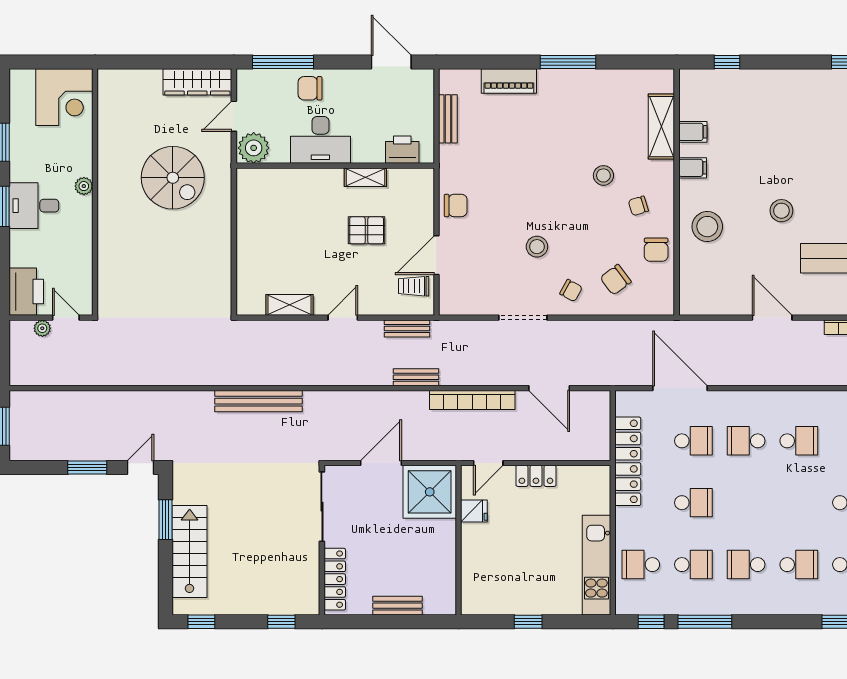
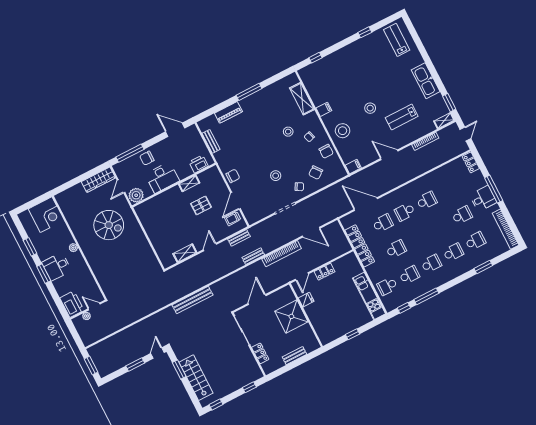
filing cabinet: (693, 132) -> (353, 167), moved
shower: (430, 492) -> (291, 316), moved
school desk: (746, 565) -> (431, 264), turned 180
locker: (335, 579) -> (260, 353), width x0.66

